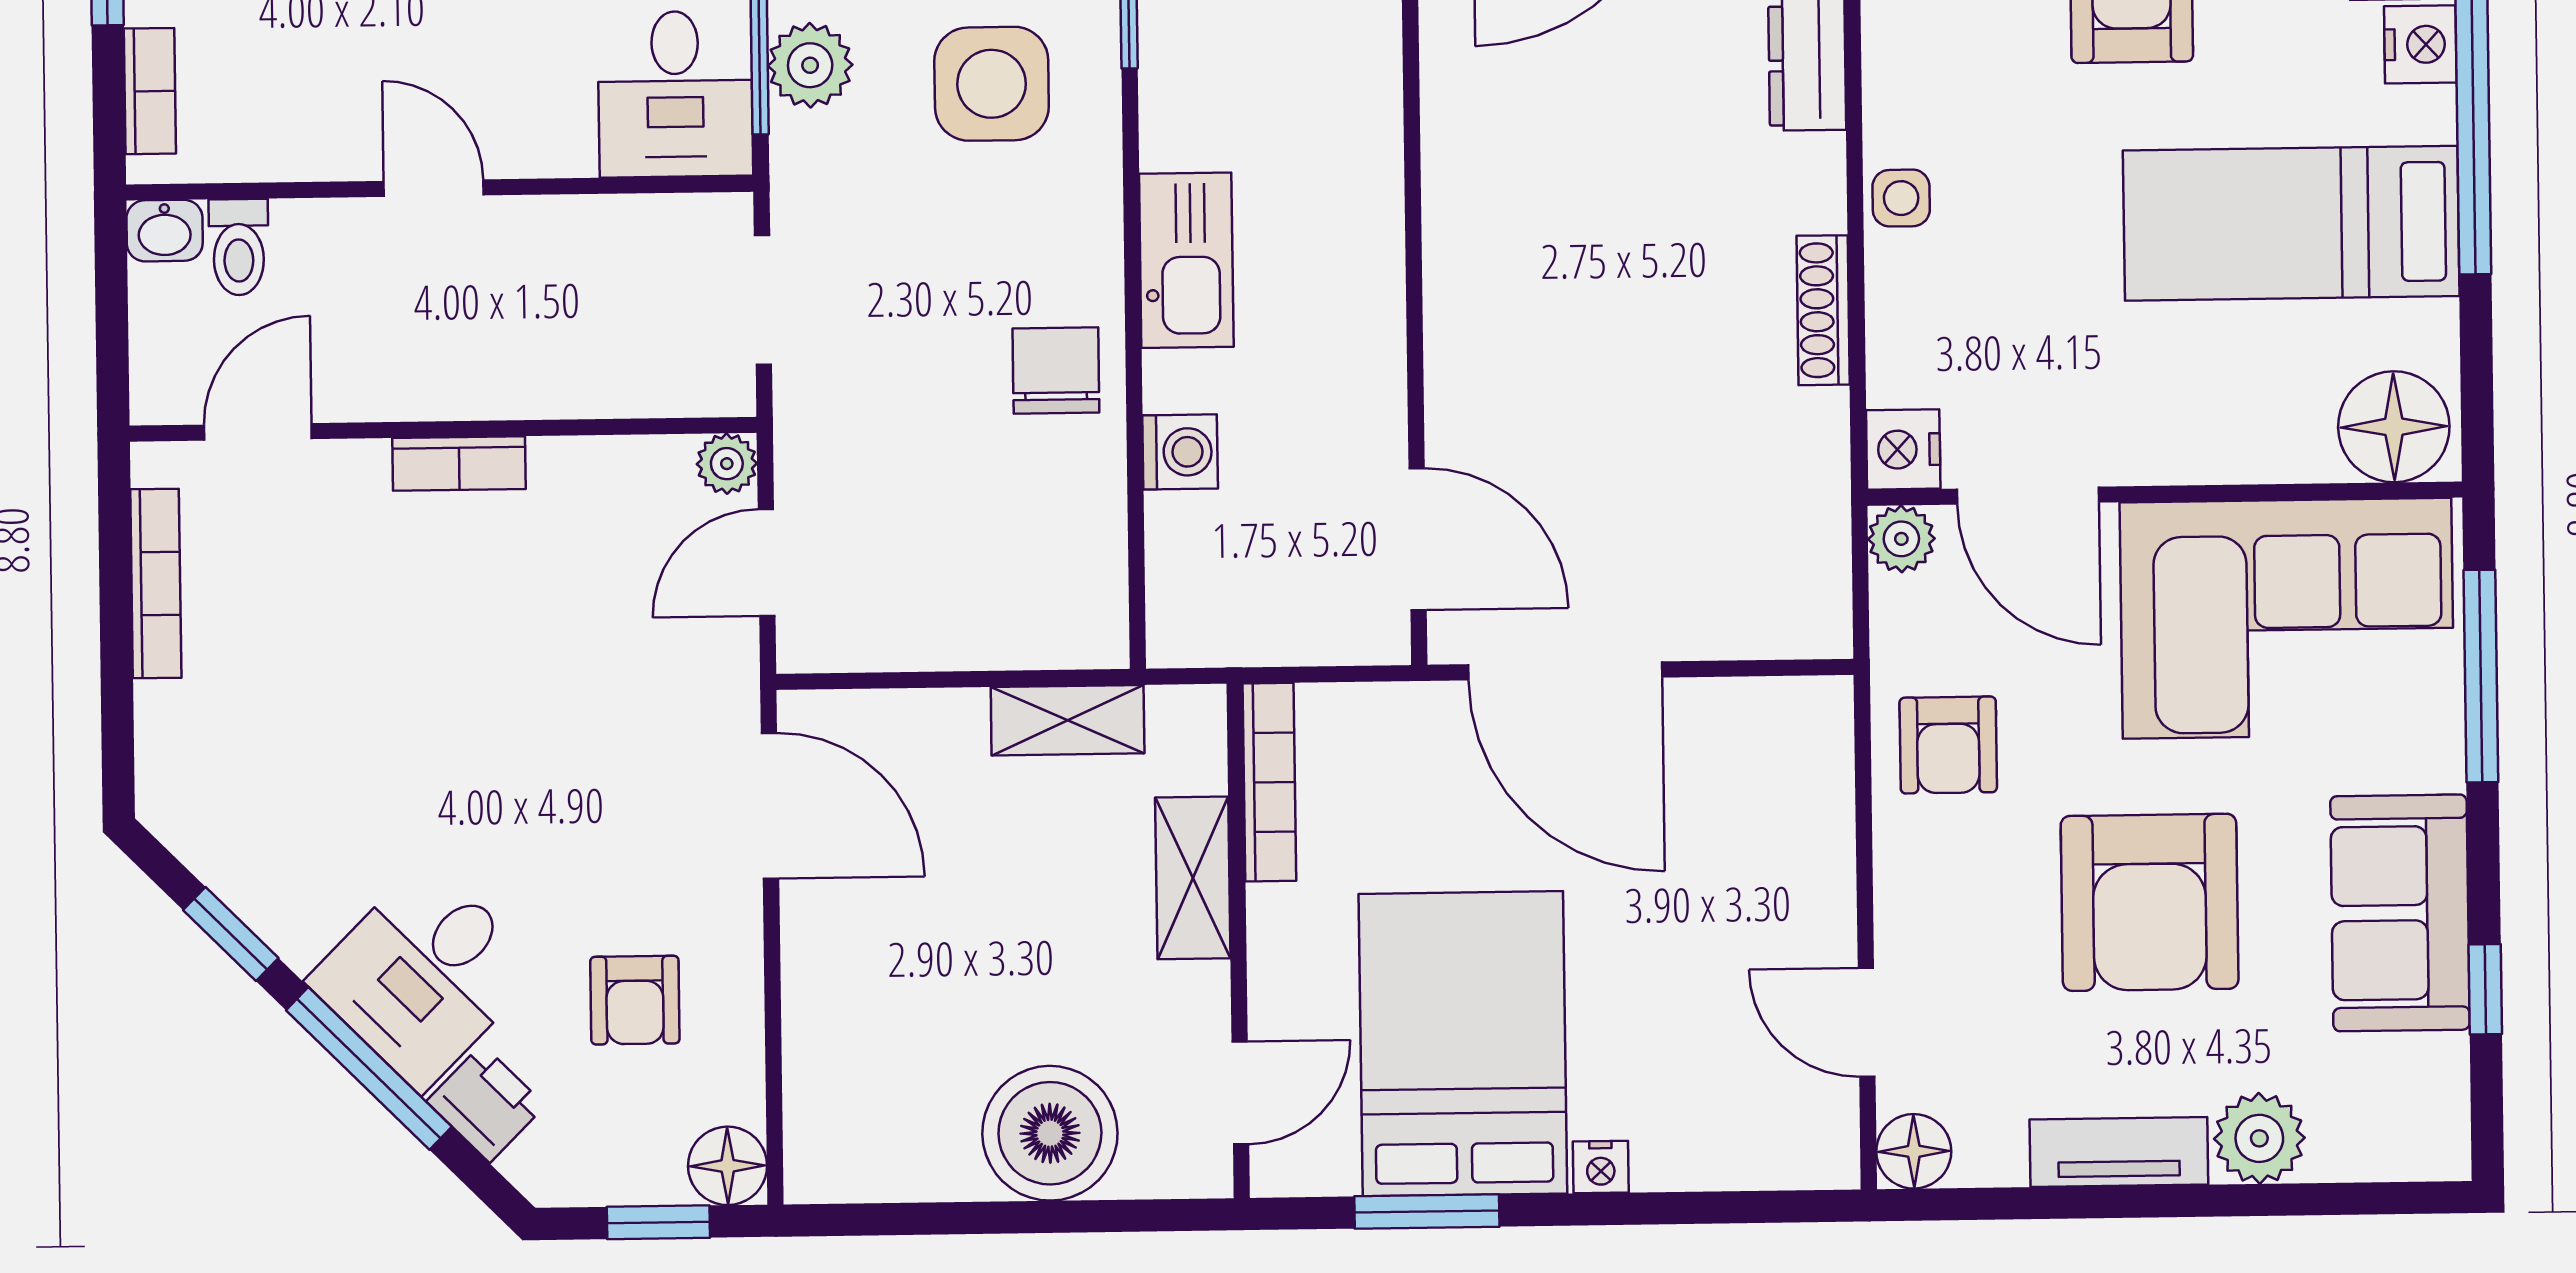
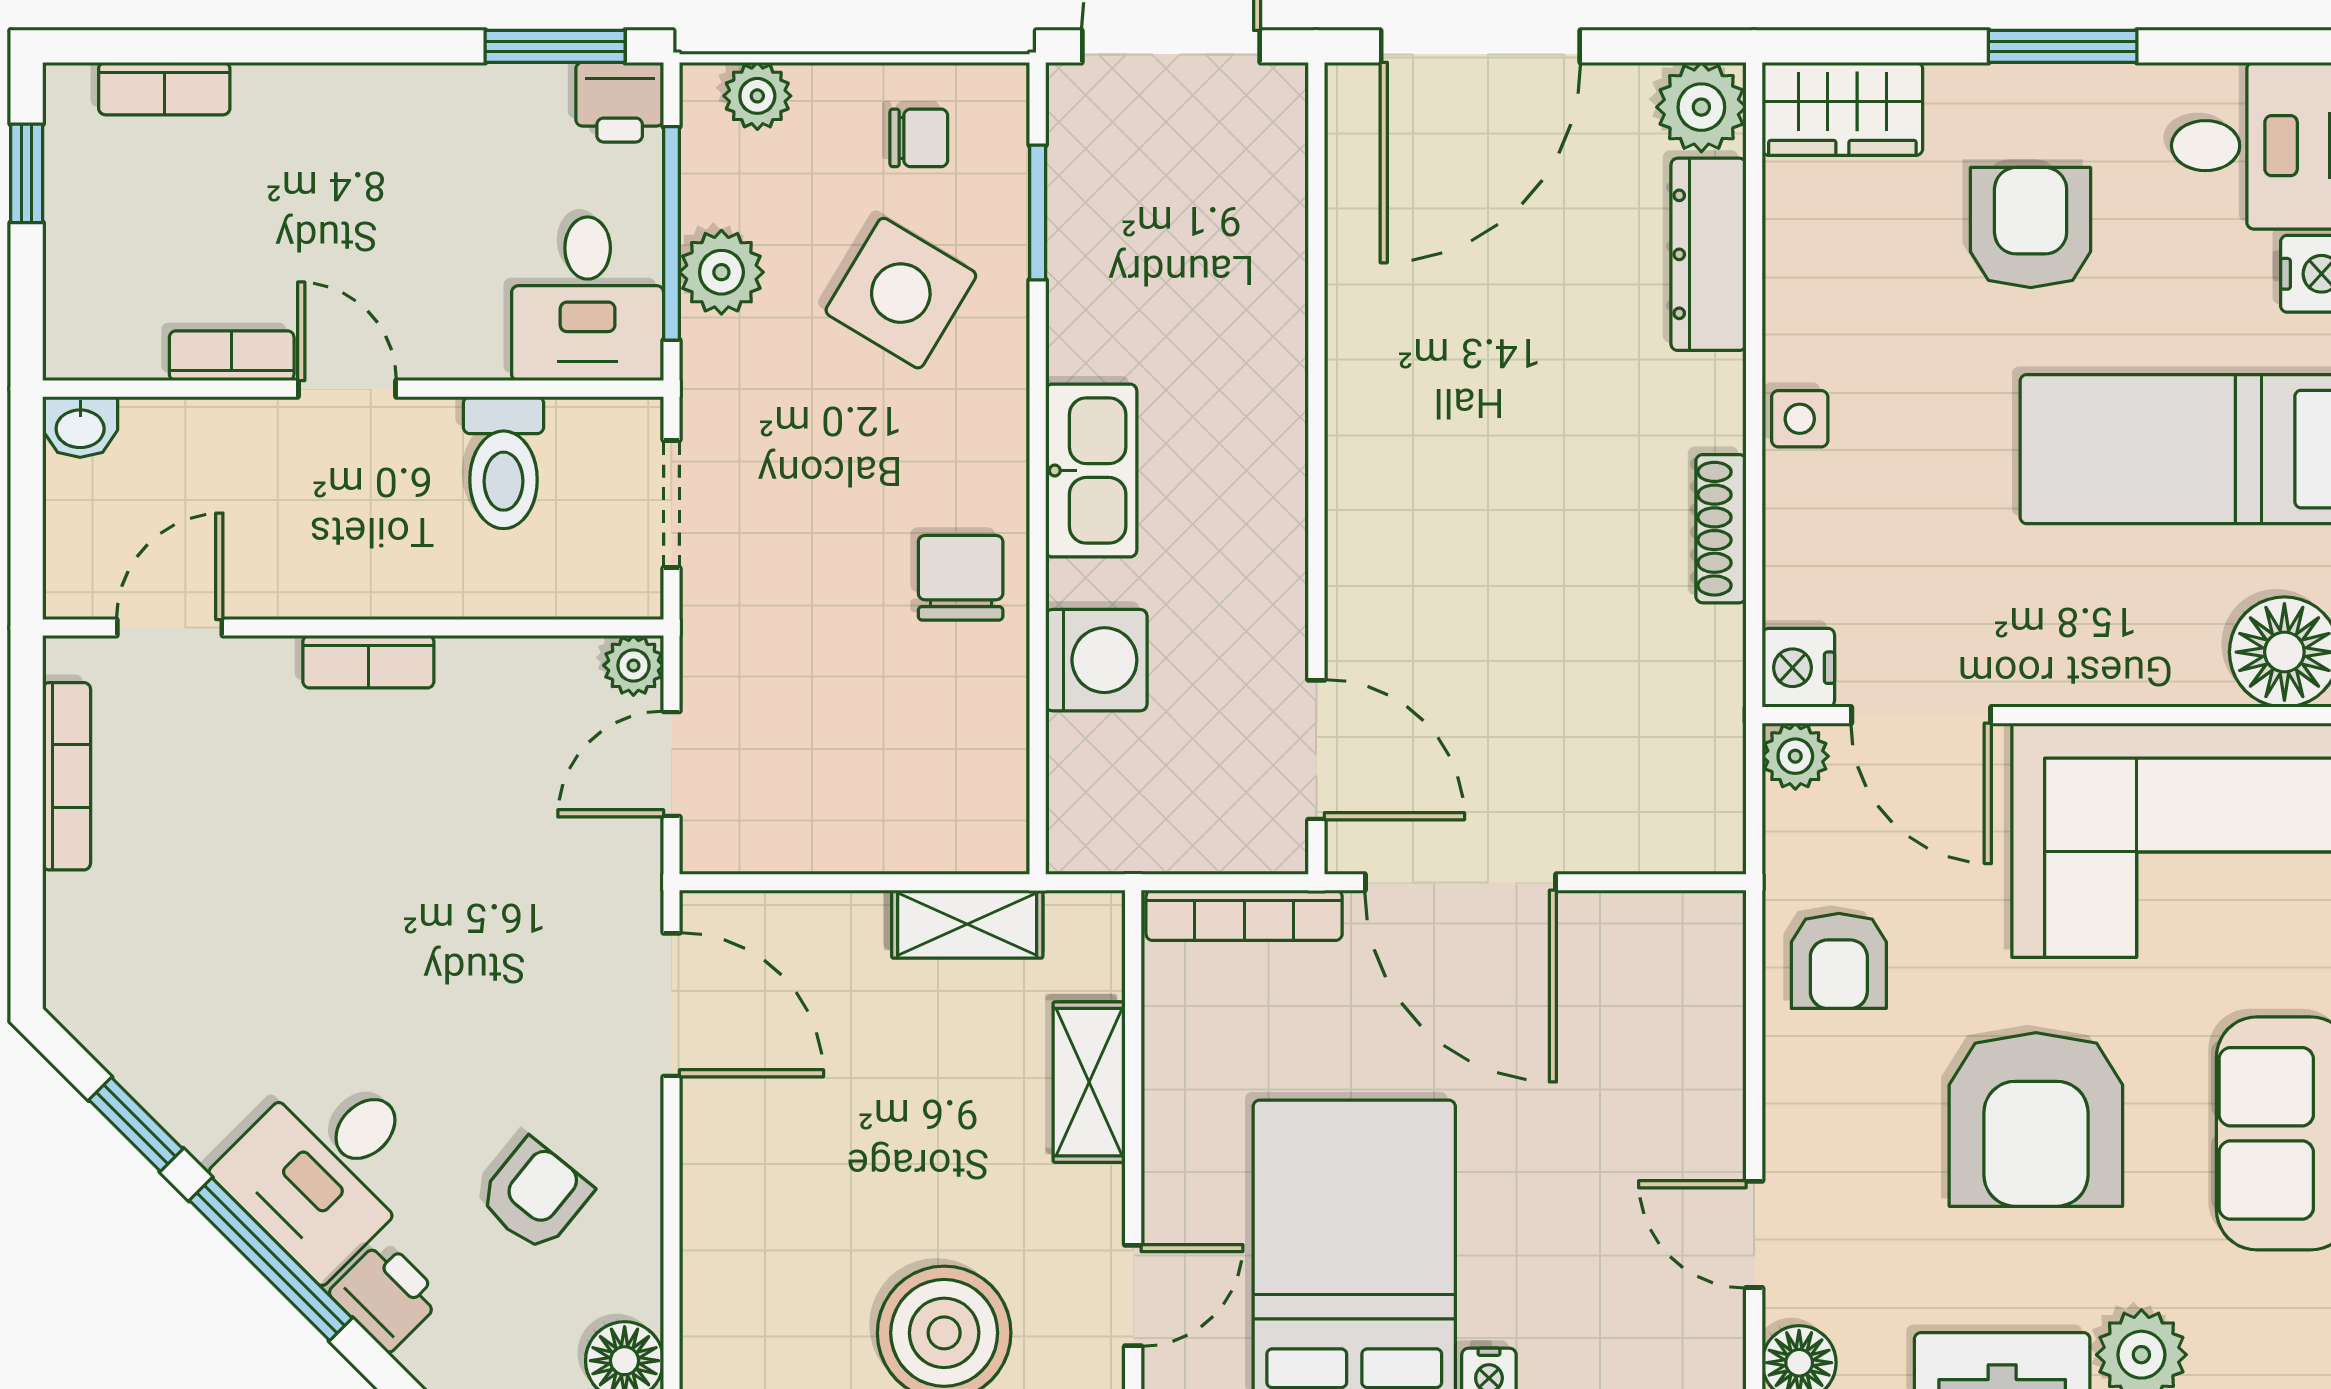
side table: (992, 84) -> (901, 293), turned 31
bookcase: (150, 91) -> (232, 356), moved, turned -90
toilet: (239, 247) -> (504, 463), moved, width x1.37, depth x1.39
washing machine: (1180, 452) -> (1096, 660), width x1.38, depth x1.38
bookcase: (1269, 782) -> (1244, 915), moved, turned 90
armchair: (635, 1000) -> (535, 1195), turned -141

